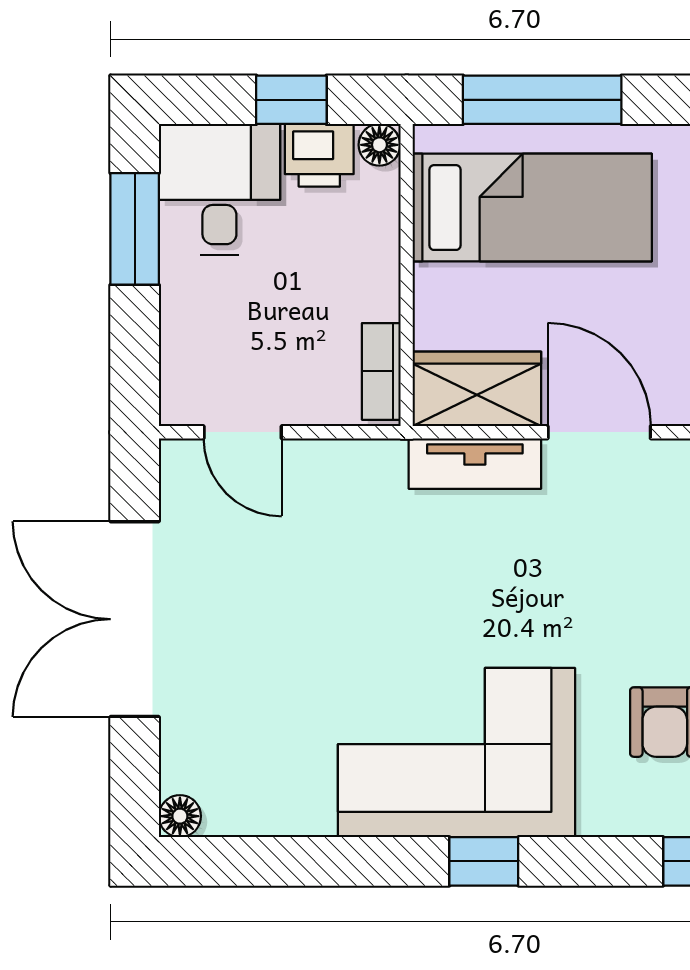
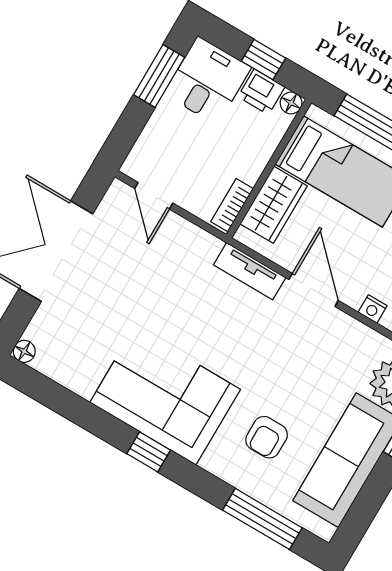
wardrobe: (477, 389) -> (274, 205), moved, turned 90

